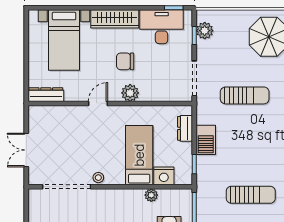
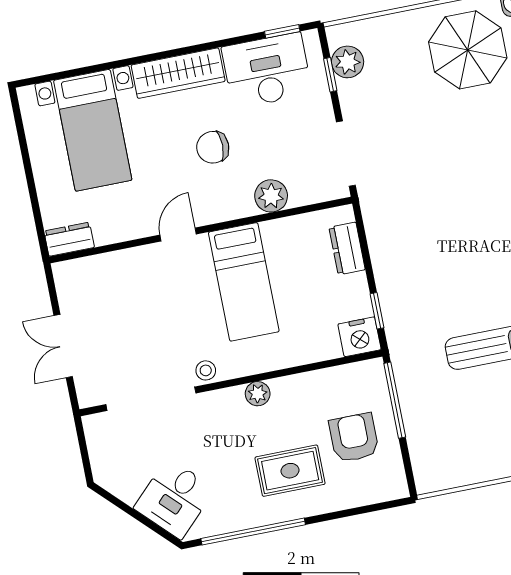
plant: (130, 93) -> (271, 196), moved
dresser: (46, 95) -> (69, 239), width x0.70
sun lounger: (245, 95) -> (444, 167), removed
barbecue: (206, 140) -> (389, 262), removed
bed: (139, 155) -> (244, 282), moved, turned 180
nightstand: (164, 176) -> (359, 337), moved
plant: (151, 195) -> (258, 394), moved

